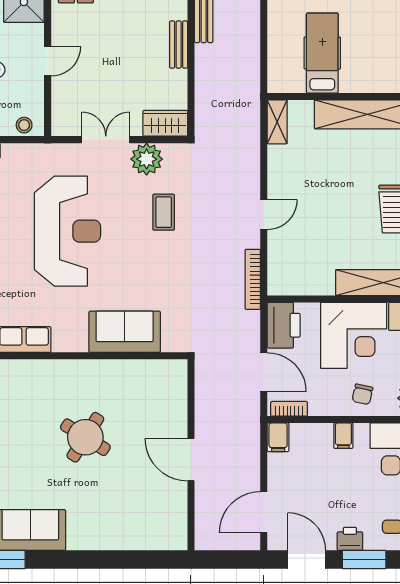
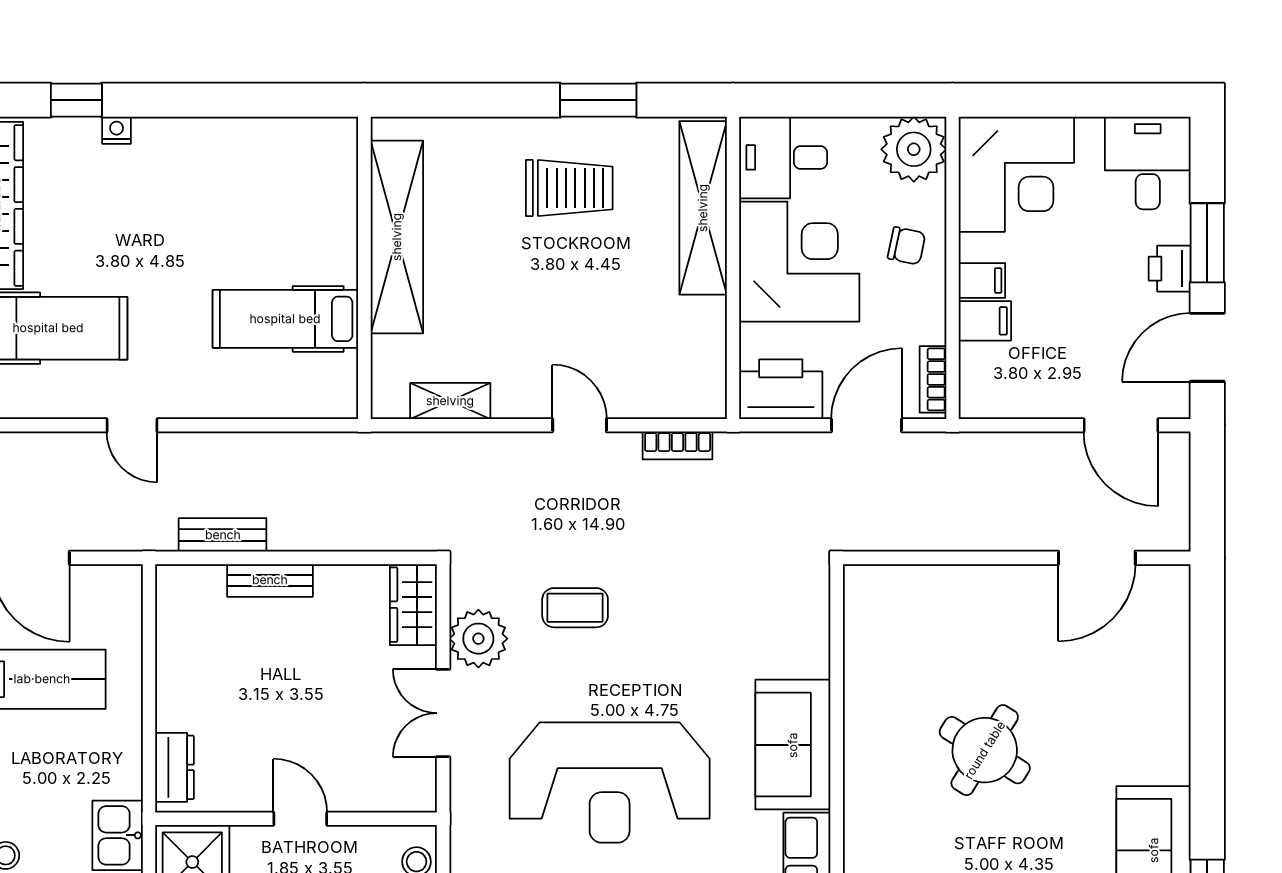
shelving: (277, 122) -> (450, 401), moved
reception desk: (68, 231) -> (610, 783), turned 180
bookcase: (253, 279) -> (678, 445), width x0.64
sofa: (125, 332) -> (793, 745), moved
filing cabinet: (278, 437) -> (985, 321), moved
door: (191, 460) -> (1097, 558), moved

